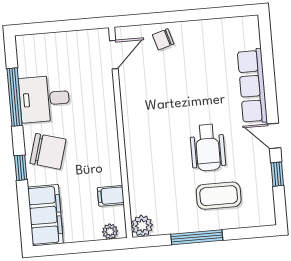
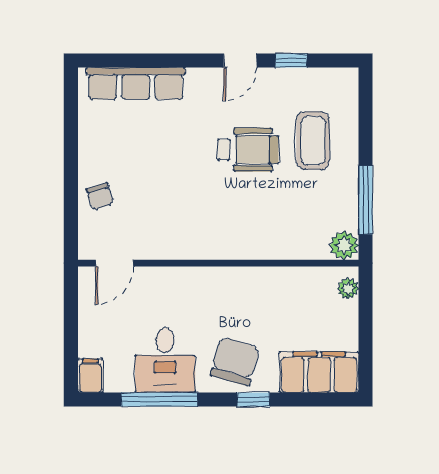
door: (114, 55) -> (114, 263), swing flipped
row of seats: (252, 86) -> (136, 83), moved
filing cabinet: (111, 196) -> (90, 376), moved, turned 180
window: (197, 237) -> (366, 200), moved

